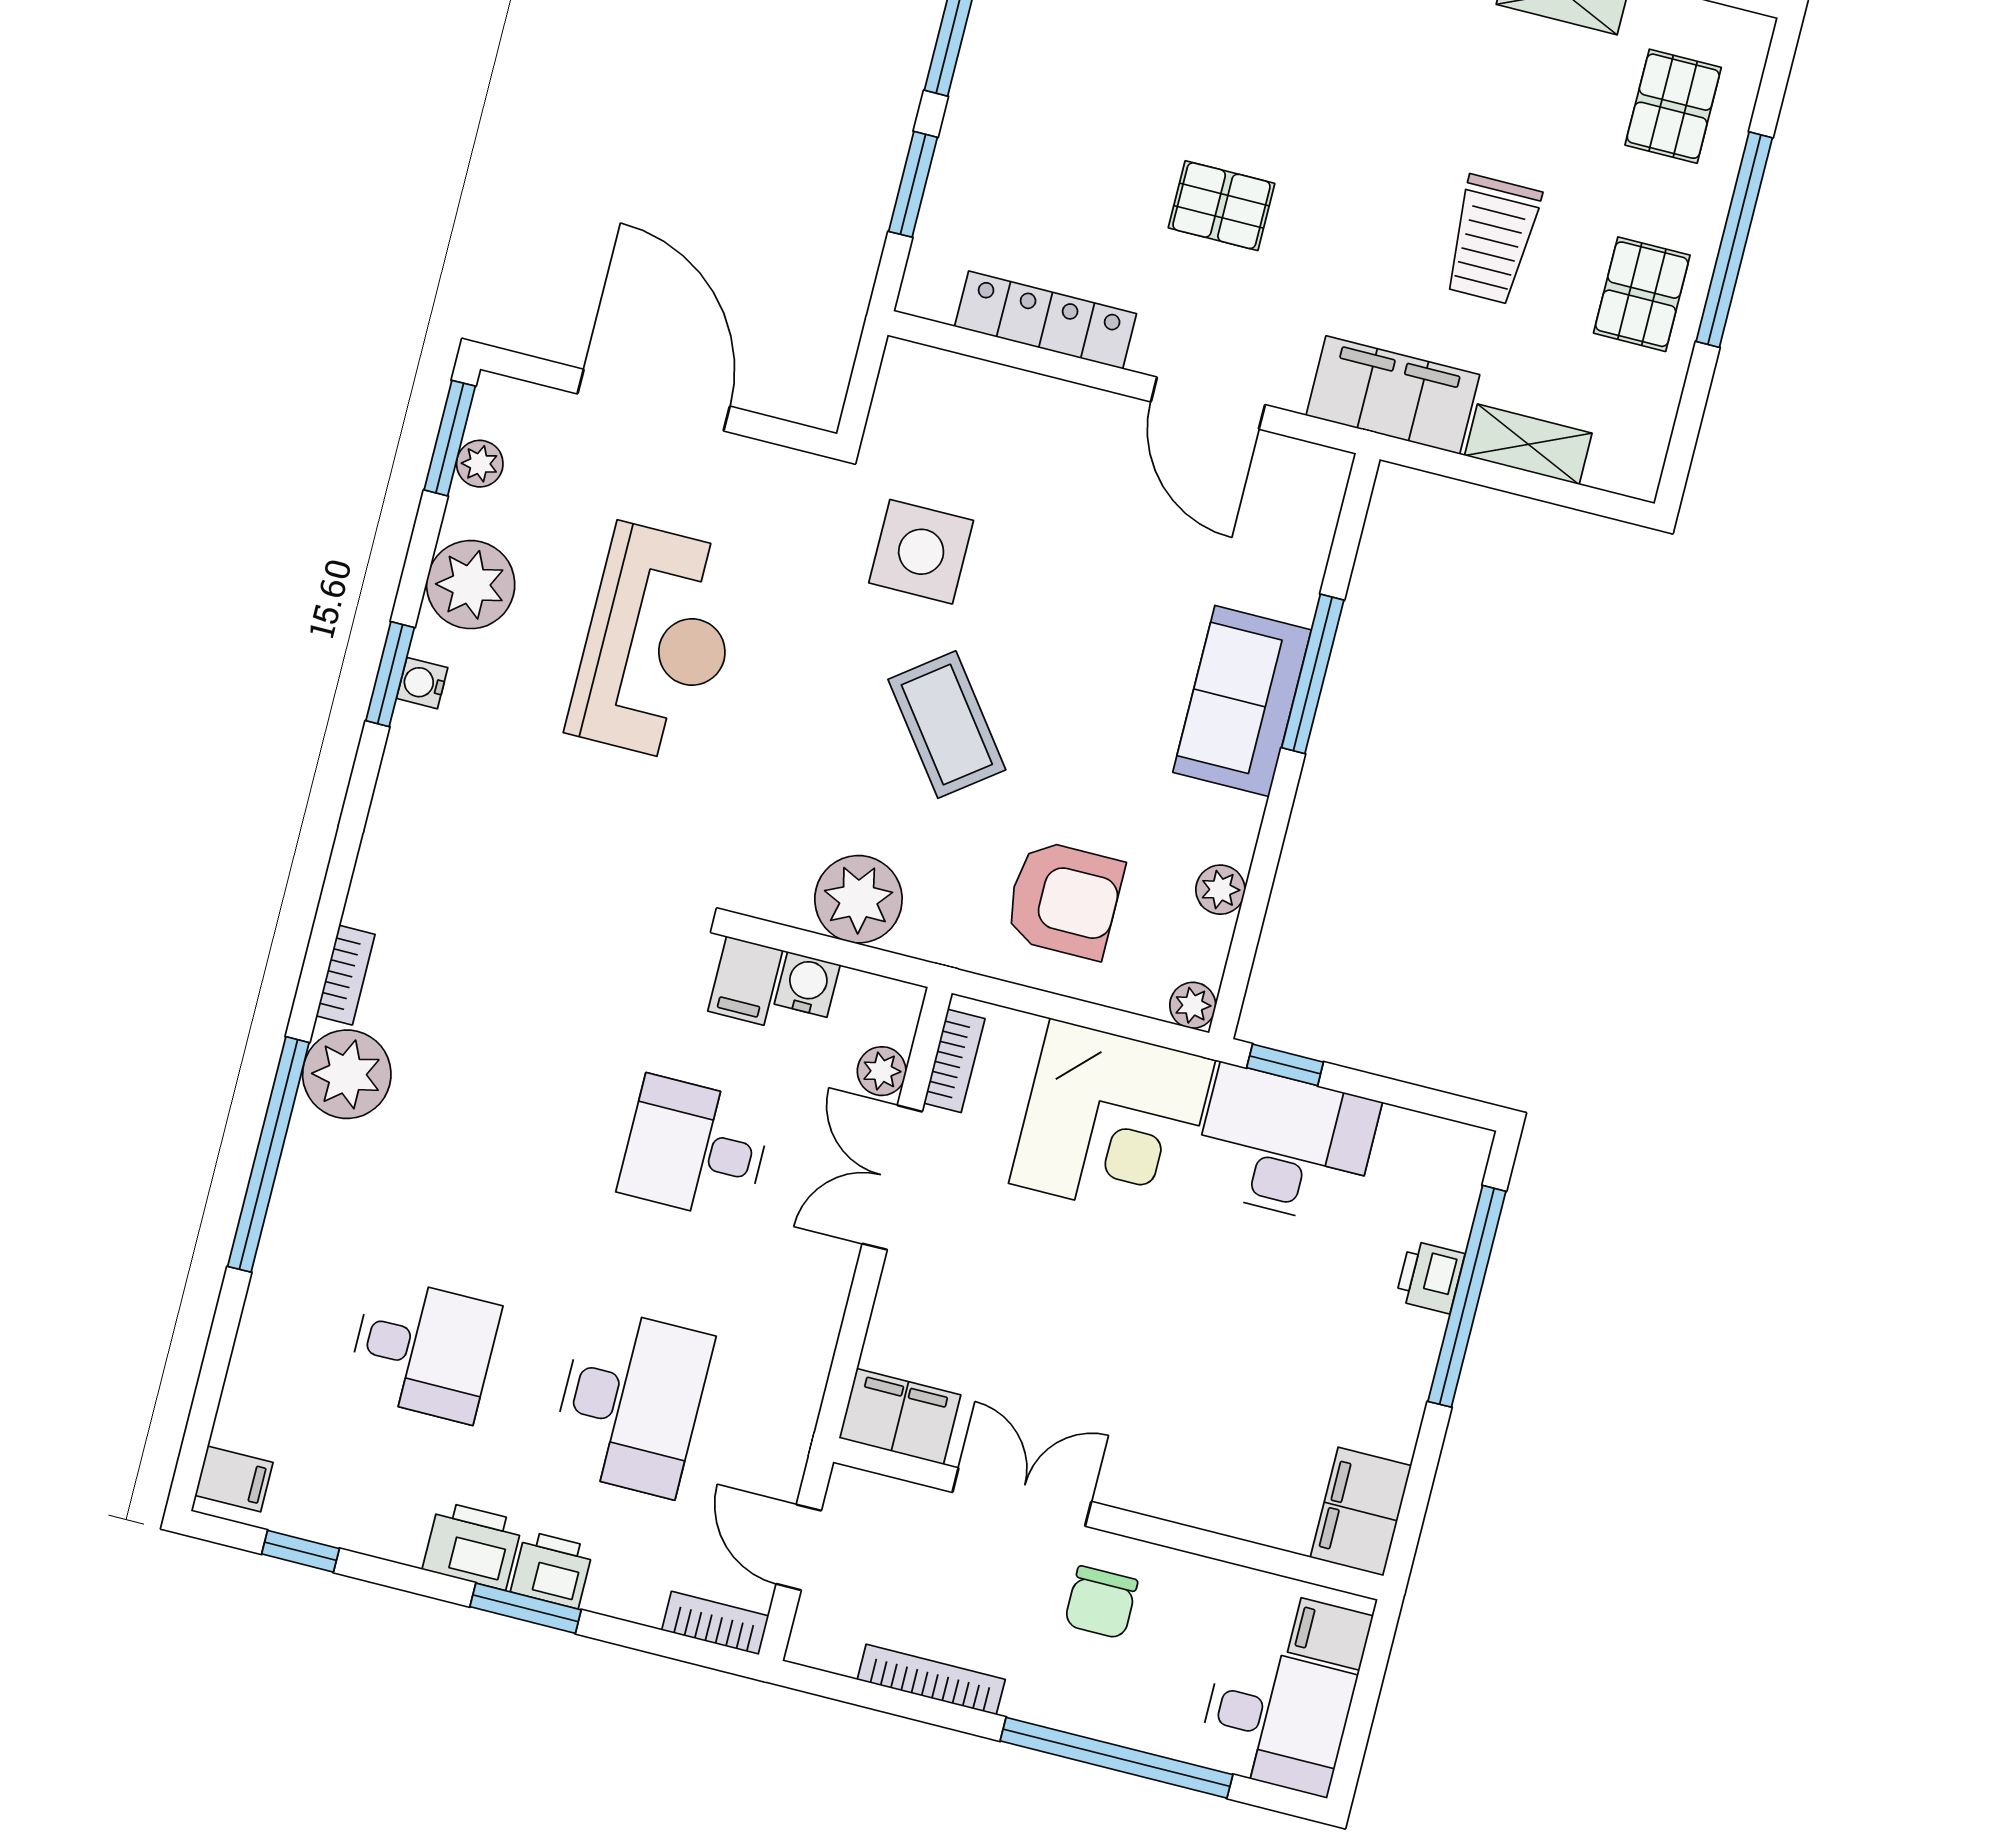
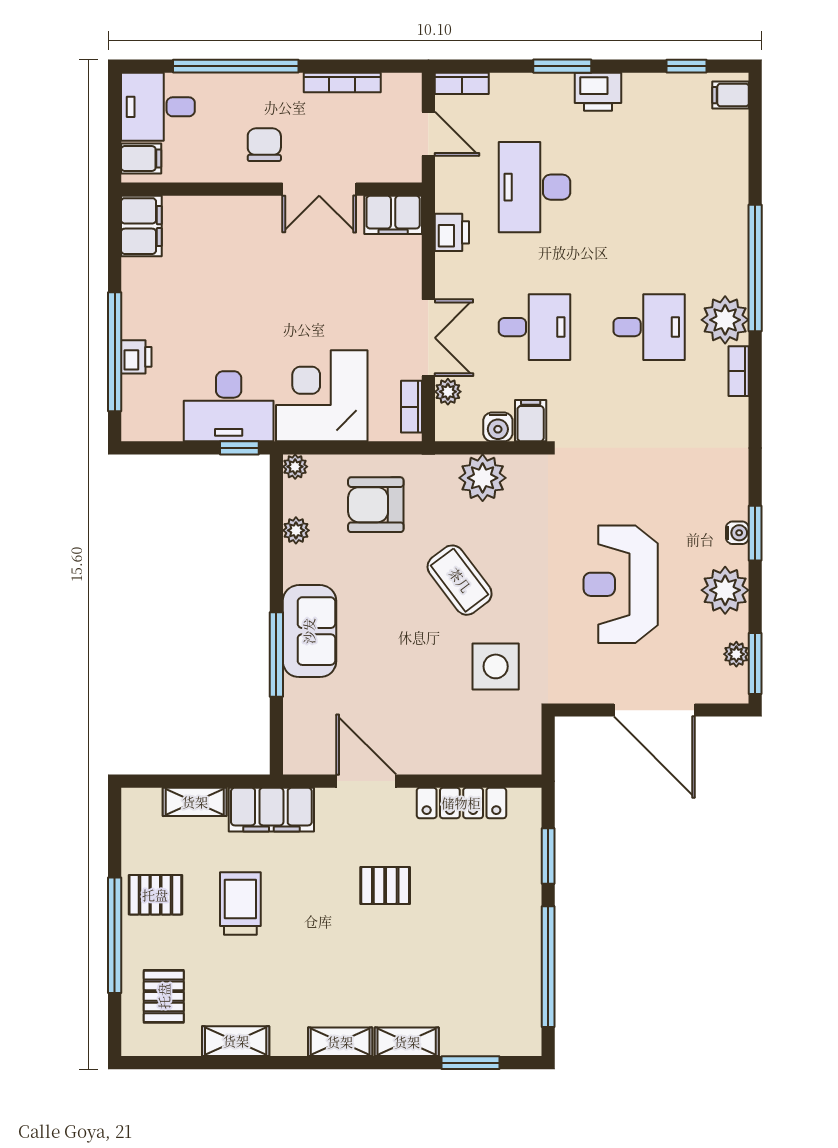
pallet: (1642, 294) -> (155, 895), turned 90
desk: (424, 1349) -> (649, 327), moved, turned 180
printer: (552, 1570) -> (452, 232), moved, turned -90

